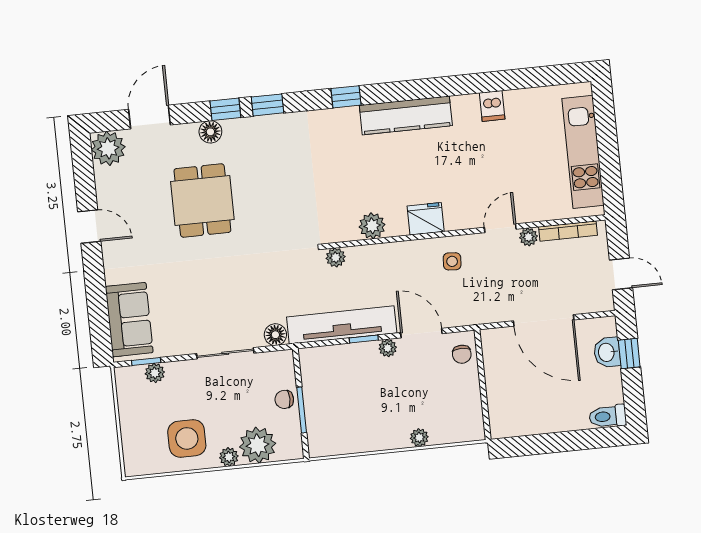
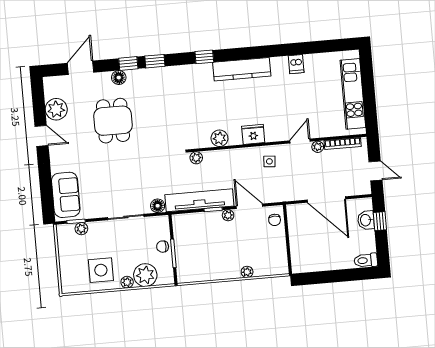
plant: (108, 148) -> (56, 109), moved

